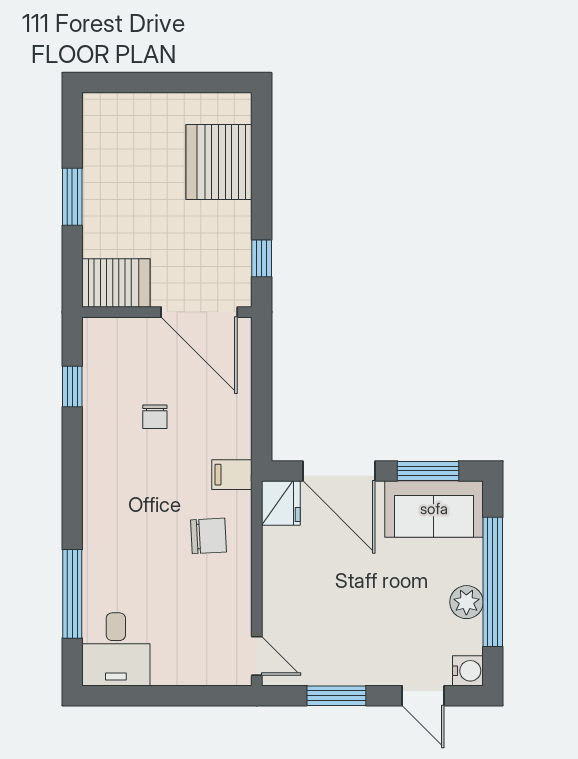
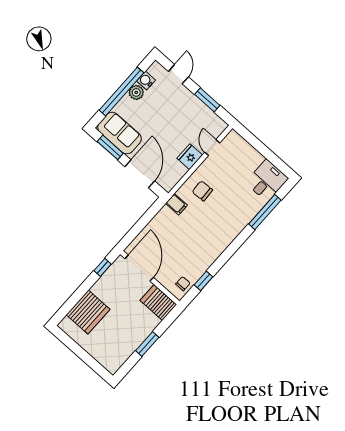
chair: (155, 417) -> (183, 284), moved
fridge: (281, 503) -> (190, 157), moved
door: (257, 656) -> (212, 148), moved
water cooler: (468, 671) -> (146, 81), moved

